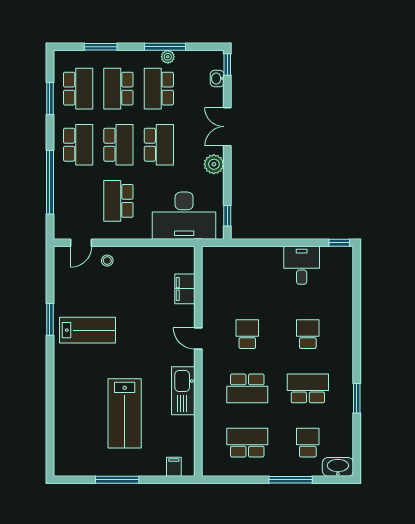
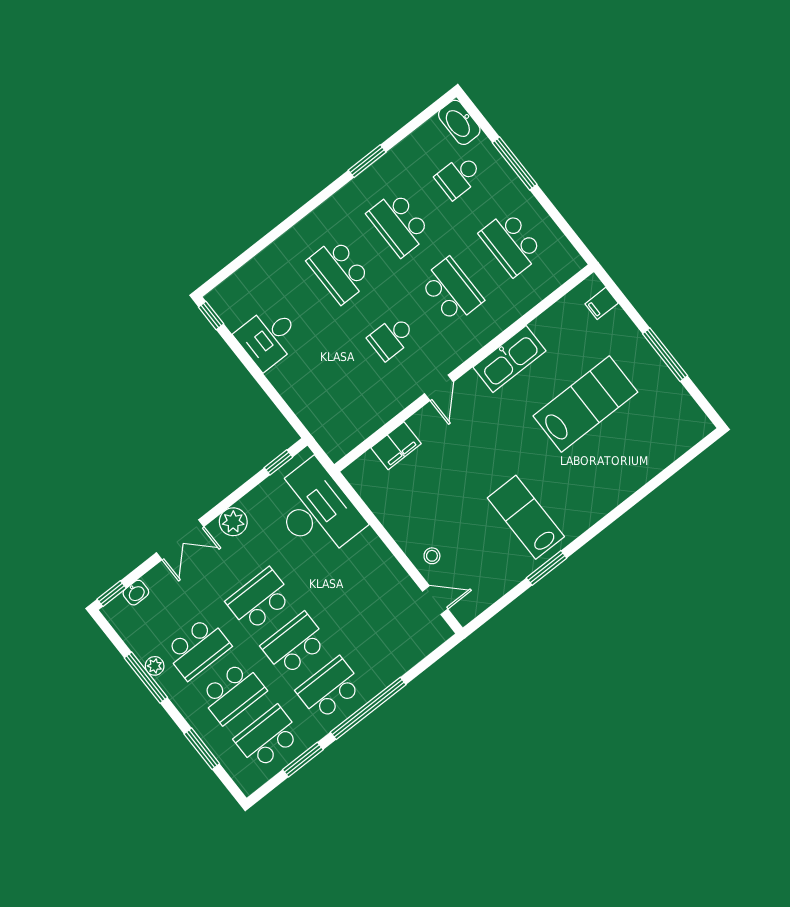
window: (50, 182) -> (368, 708), moved
school desk: (118, 201) -> (356, 595), removed
school desk: (308, 334) -> (339, 271), width x1.85

